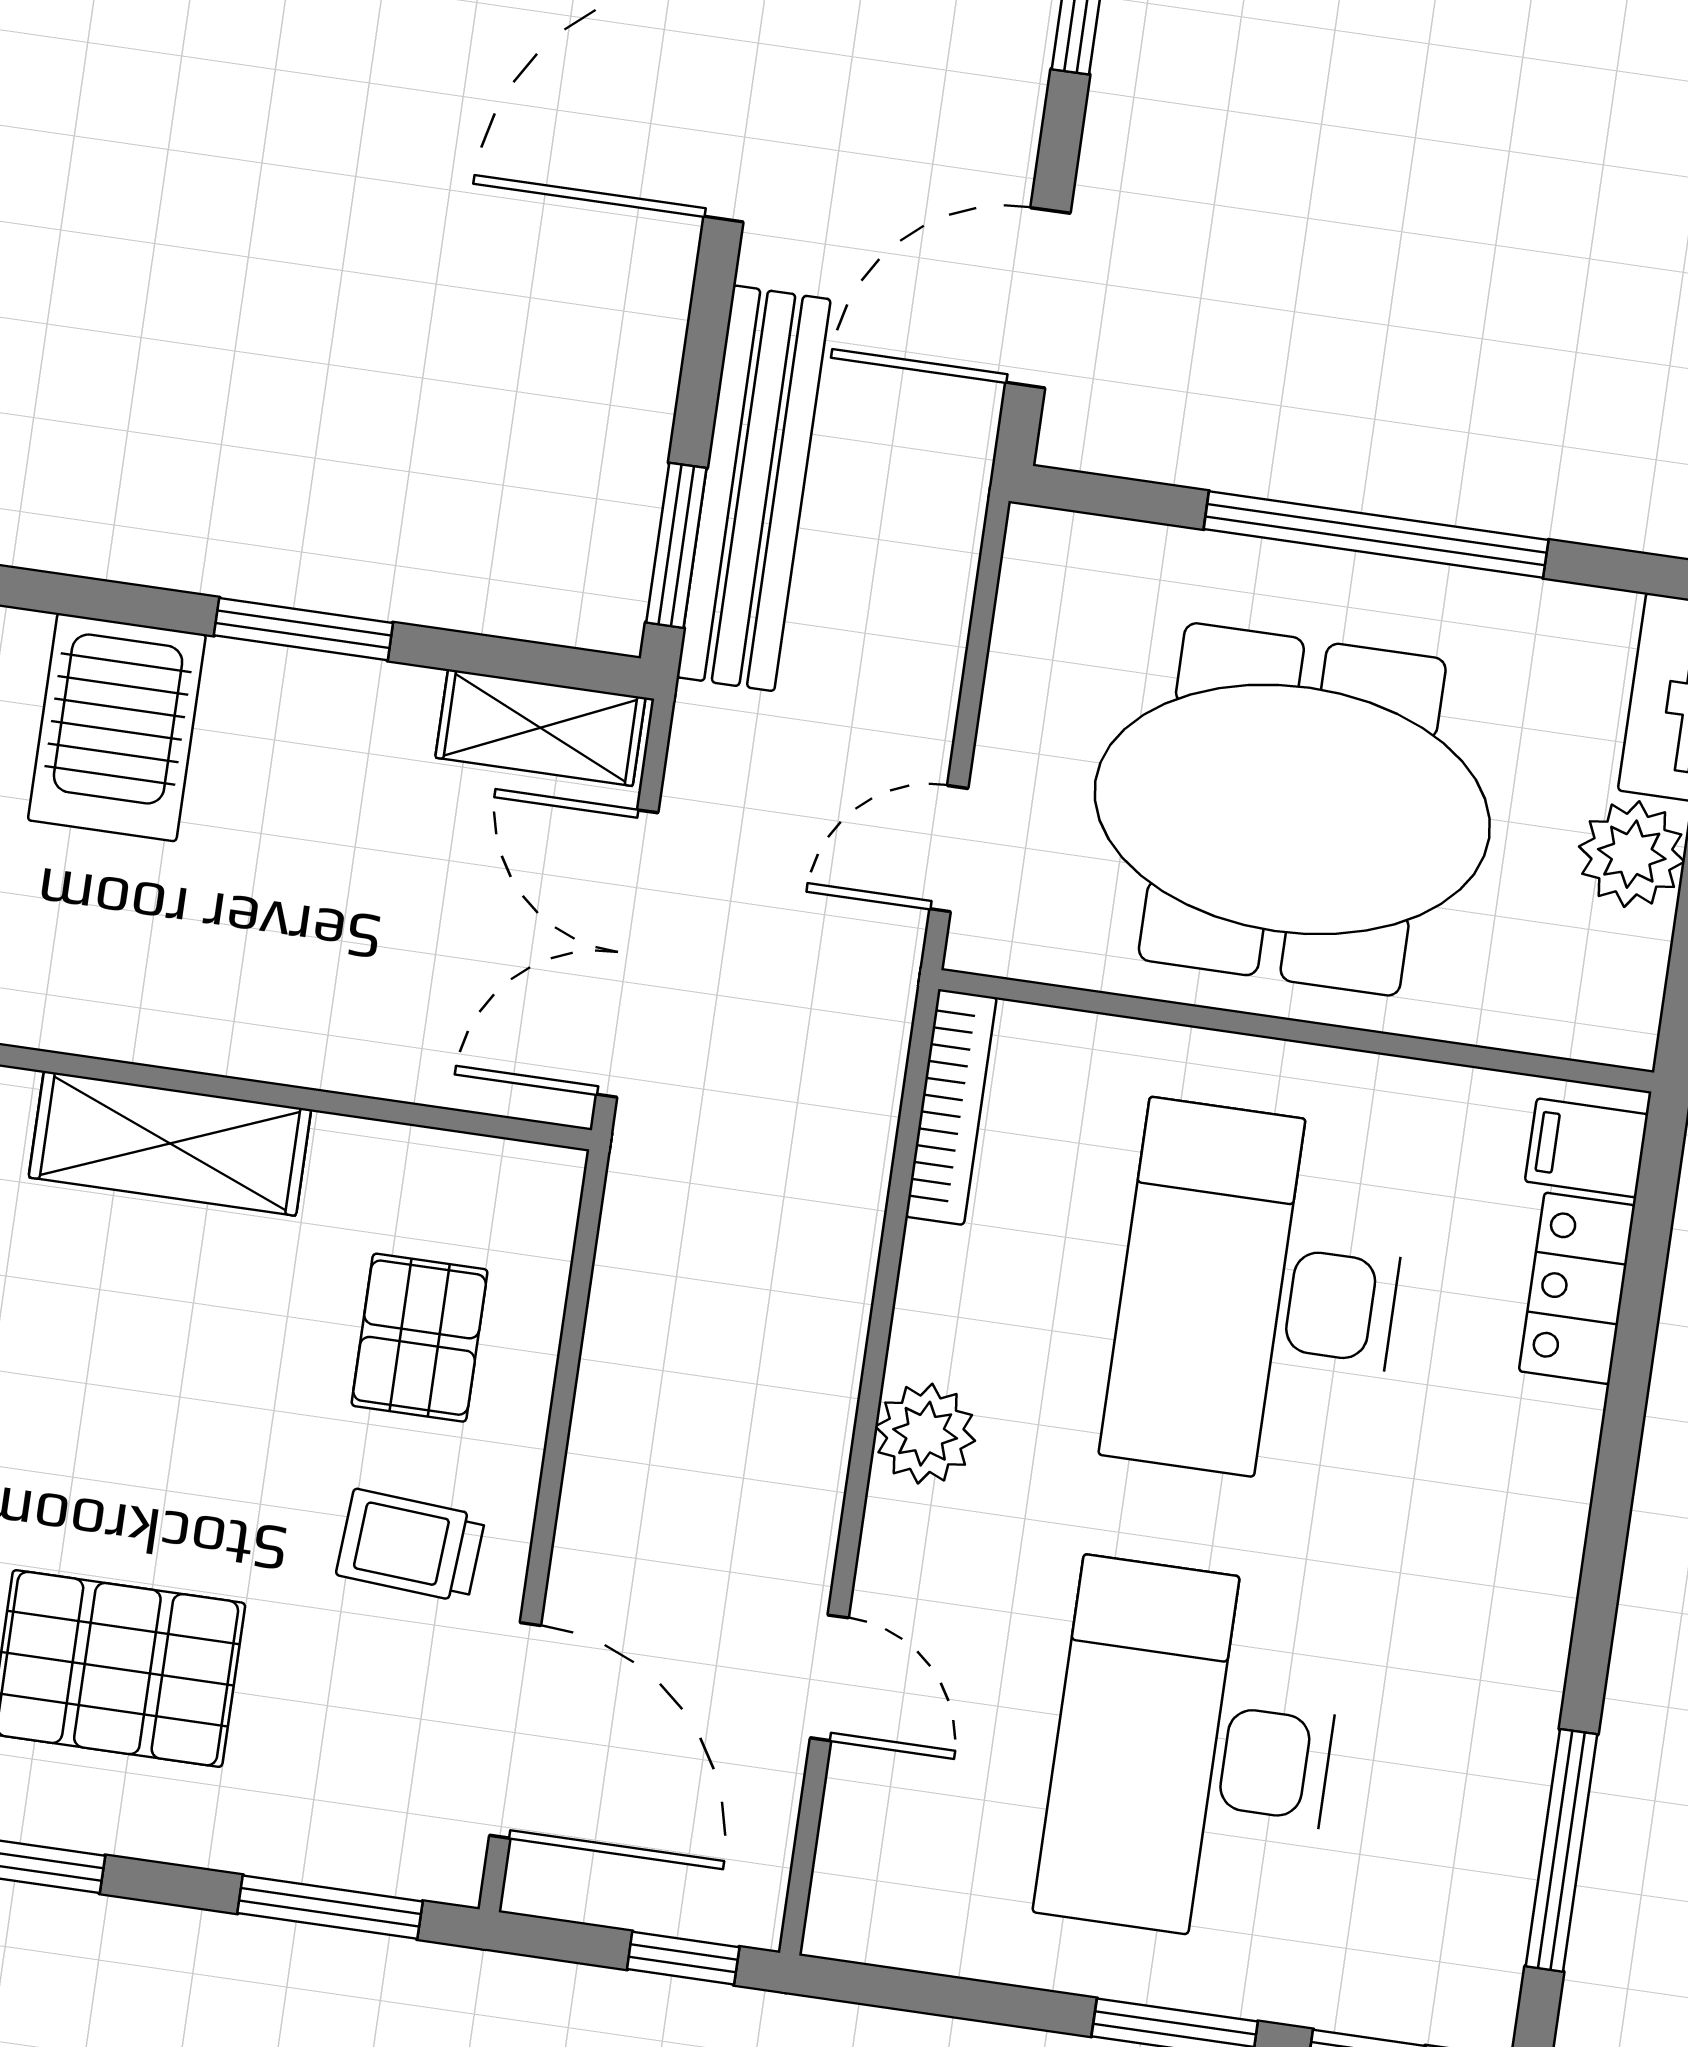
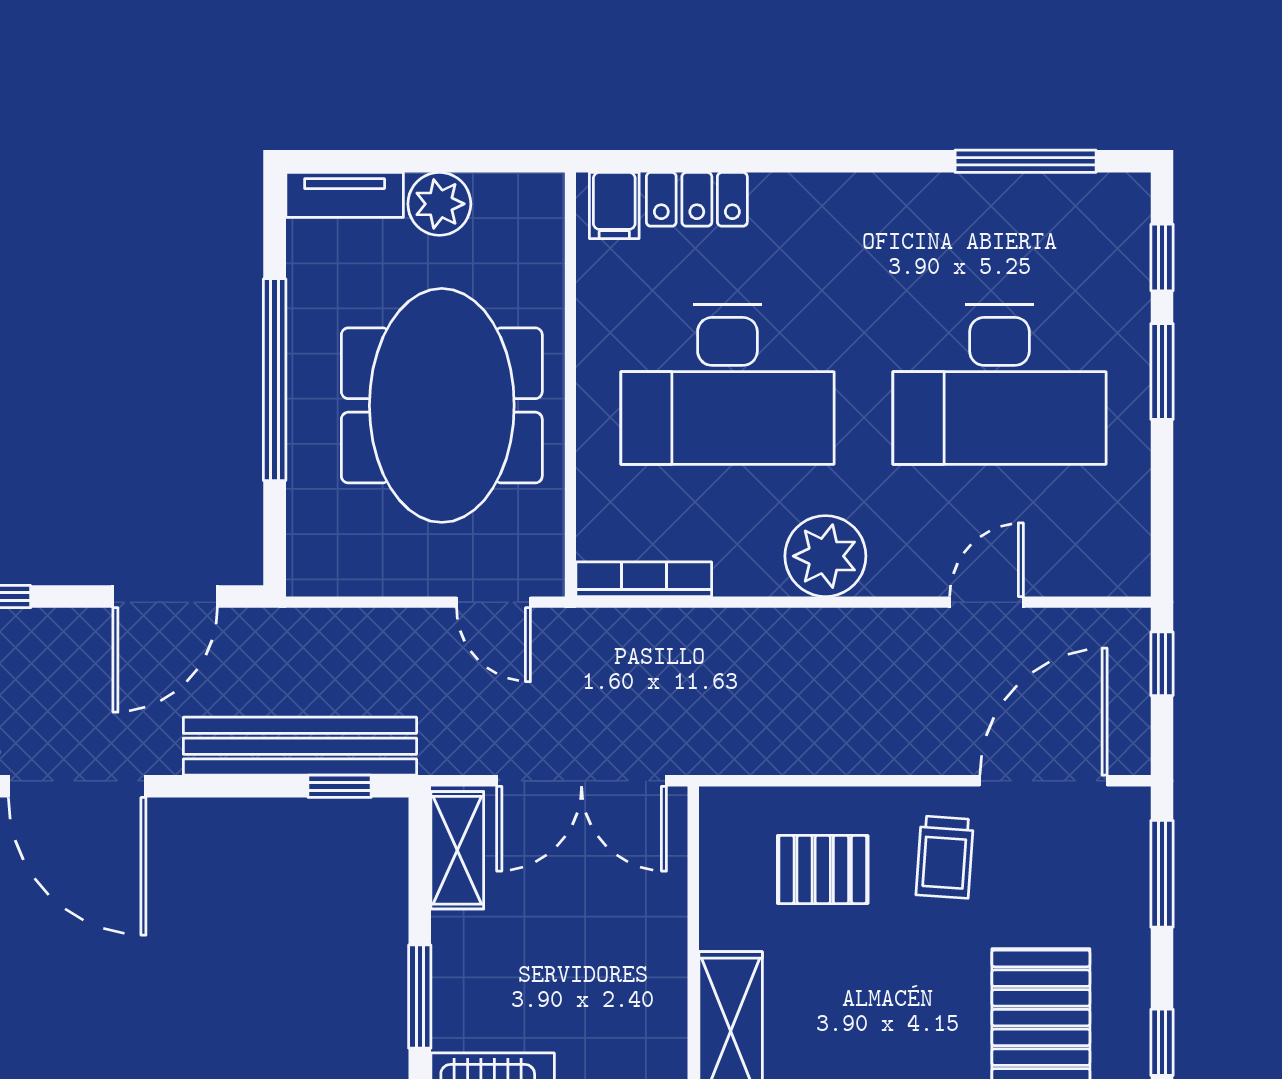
door: (1038, 298) -> (165, 597), hinge flipped
window: (676, 545) -> (340, 786), width x0.67
plant: (925, 1434) -> (825, 556), width x1.36, depth x1.36

